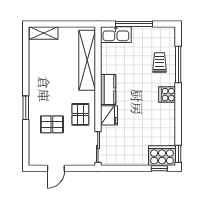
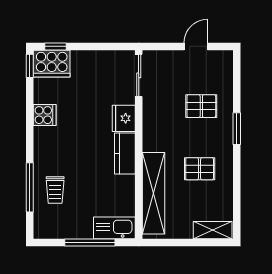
cooker: (167, 95) -> (45, 115), moved
pallet: (80, 114) -> (200, 169), moved, turned 90

